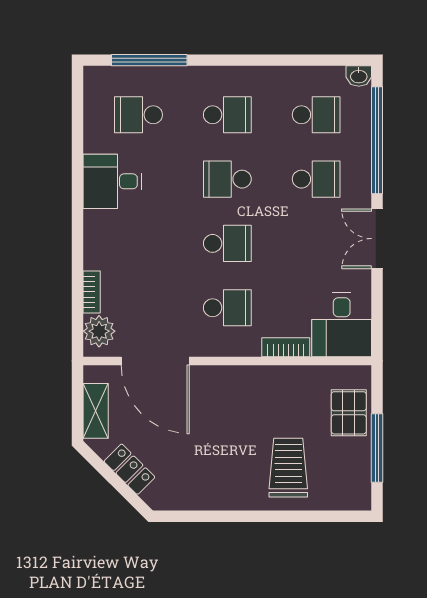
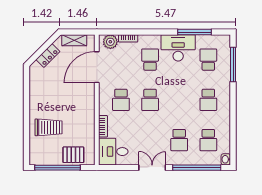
window: (78, 145) -> (194, 32), added
school desk: (227, 179) -> (150, 60), moved
desk: (113, 181) -> (178, 48), width x1.37
window: (377, 448) -> (57, 168), width x1.46

